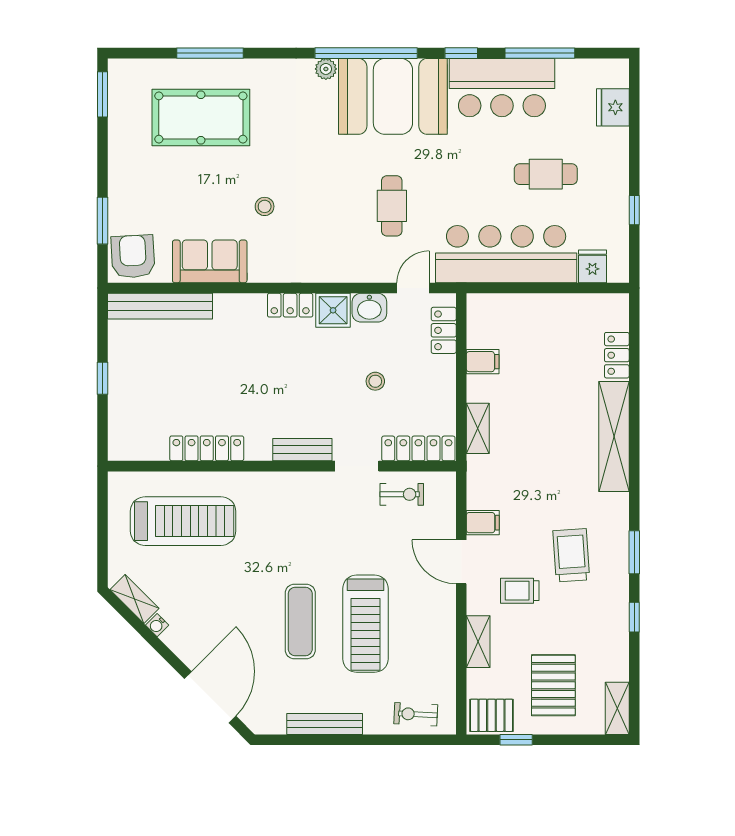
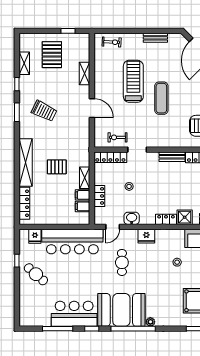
fridge: (613, 107) -> (146, 236), moved, turned 90
cafe table: (546, 174) -> (36, 274), moved, turned 41
shower: (333, 310) -> (185, 217), moved
locker: (444, 330) -> (99, 196), moved
locker: (617, 355) -> (24, 203), width x1.53
shelving: (478, 428) -> (85, 178), moved
bench: (302, 450) -> (172, 157), moved
filing cabinet: (483, 523) -> (82, 206), moved
trolley: (571, 555) -> (44, 111), turned -60
trolley: (520, 591) -> (66, 96), removed
exercise mat: (300, 621) -> (161, 98), moved
shelving: (617, 708) -> (24, 63), moved
pallet: (491, 715) -> (57, 167), moved
bench: (325, 724) -> (155, 38), width x0.73

